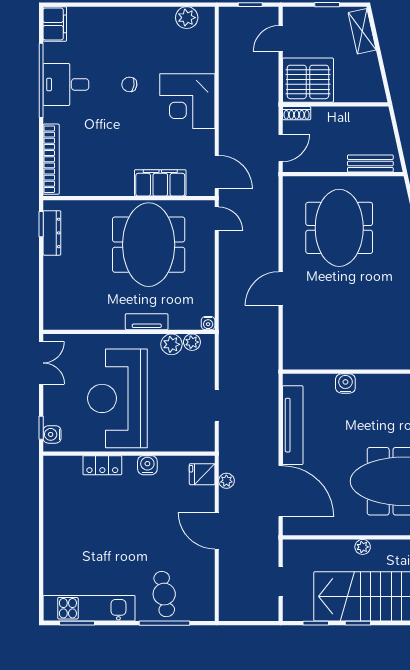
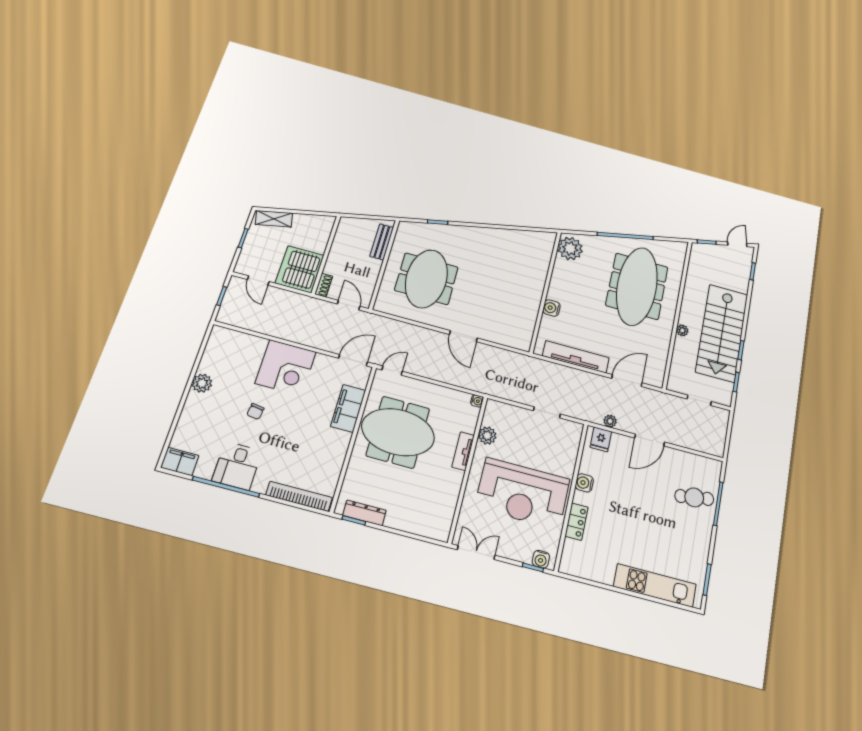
plant: (187, 18) -> (202, 383), moved
meeting table: (339, 228) -> (426, 279), turned 90
plant: (192, 342) -> (490, 418), removed
door: (281, 491) -> (627, 381), width x0.73
kitchen unit: (89, 608) -> (655, 585), moved, turned 90

